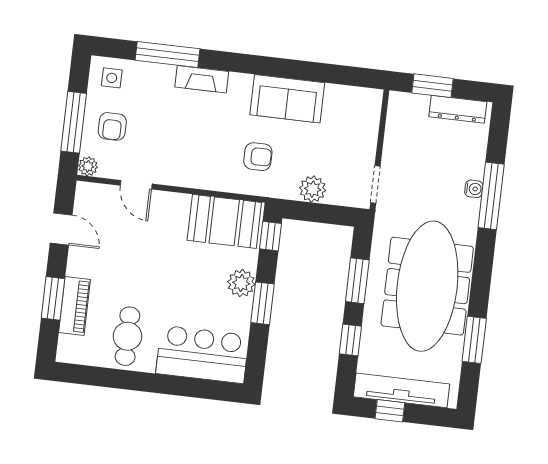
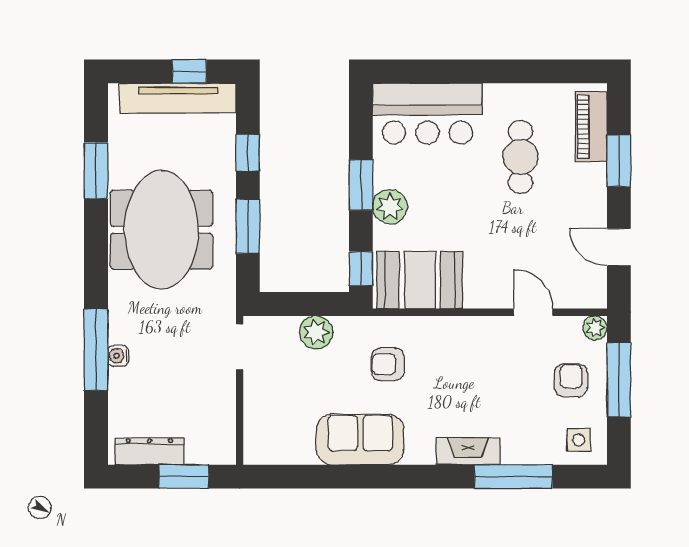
meeting table: (427, 286) -> (161, 230), width x0.73
piano: (74, 306) -> (591, 127), moved
cafe table: (127, 336) -> (520, 157), moved

